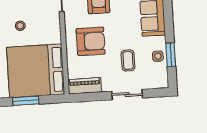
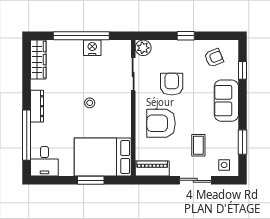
armchair: (91, 41) -> (161, 123), turned 180
side table: (158, 56) -> (224, 165), moved
bed: (36, 71) -> (103, 157), width x0.73

